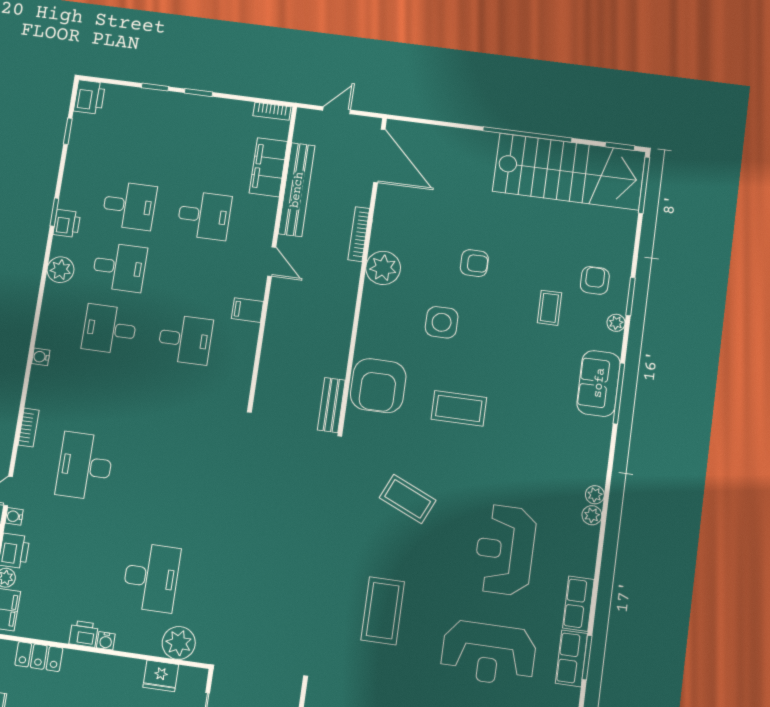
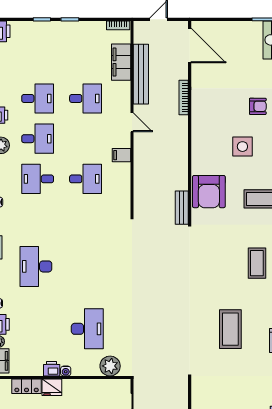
plant: (383, 268) -> (202, 117), removed
coffee table: (408, 499) -> (257, 263), moved, turned 66
fridge: (161, 676) -> (52, 387), moved

